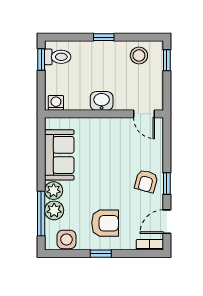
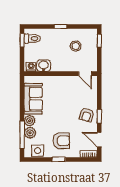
stool: (139, 55) -> (76, 46), moved
washbasin: (102, 101) -> (44, 66), moved
door: (167, 222) -> (99, 140), hinge flipped

